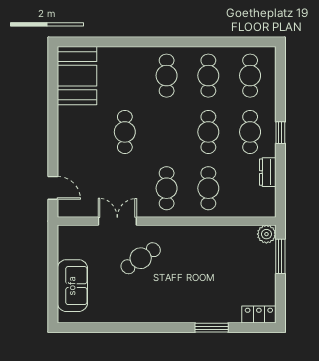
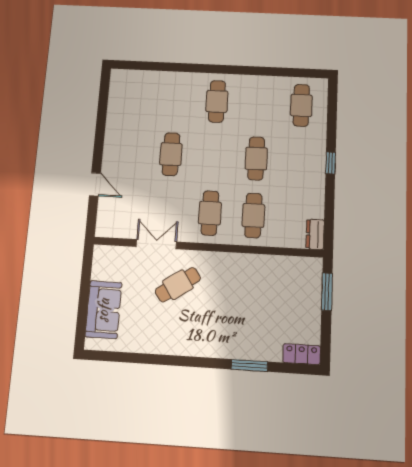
booth: (77, 76) -> (127, 97), removed
cafe table: (208, 76) -> (259, 103), removed
cafe table: (250, 132) -> (299, 161), removed
dresser: (268, 172) -> (315, 234), moved
door: (53, 188) -> (95, 184), moved
plant: (266, 234) -> (313, 267), removed

